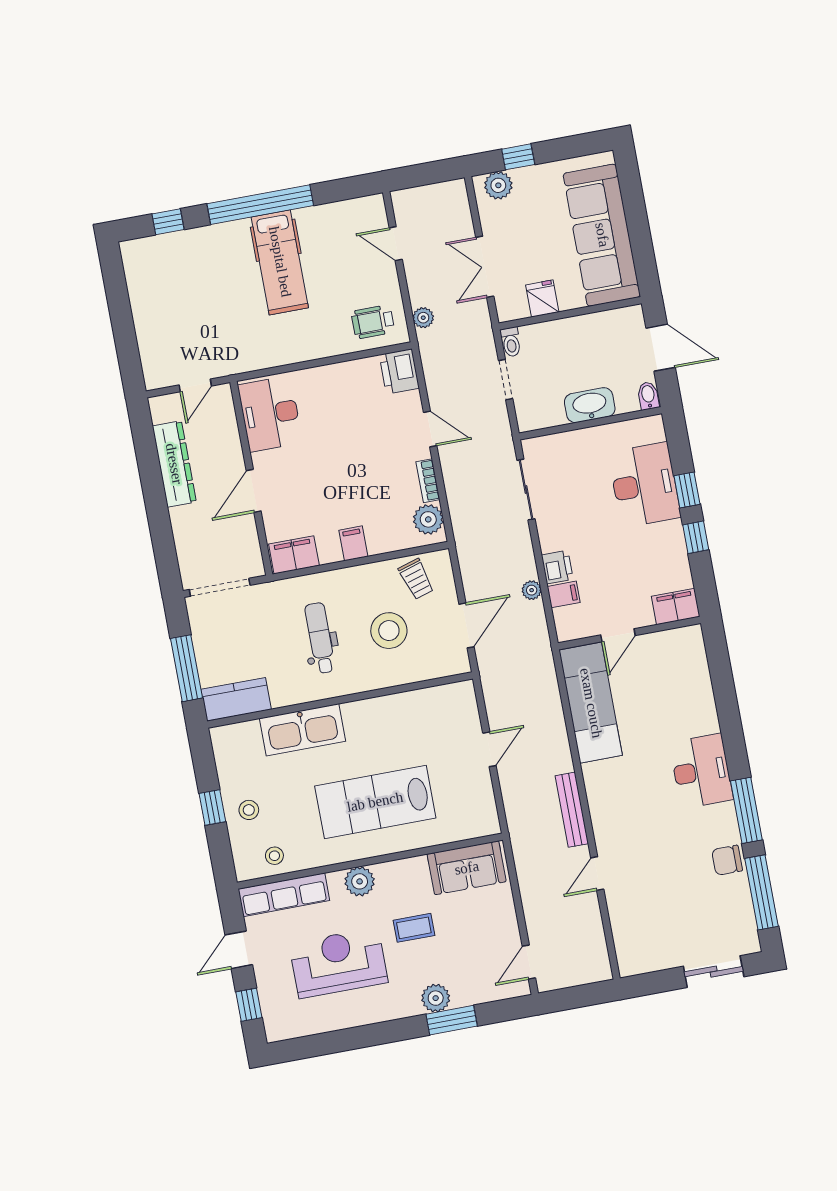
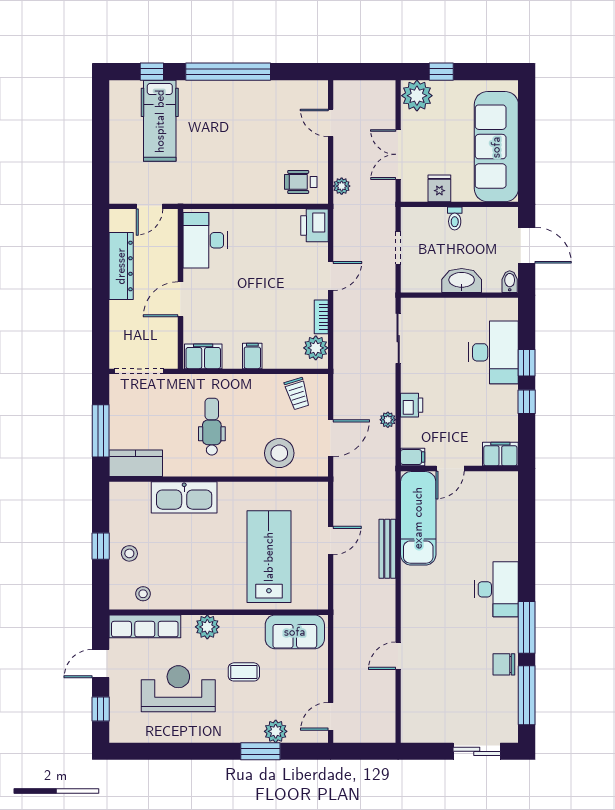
plant: (498, 185) -> (417, 96), width x1.36, depth x1.36
hospital bed: (280, 262) -> (160, 121), moved
toilet: (511, 342) -> (455, 218), moved
door: (430, 429) -> (331, 276), hinge flipped
filing cabinet: (564, 594) -> (413, 457), moved
stool: (389, 631) -> (279, 453), moved
lab bench: (375, 802) -> (269, 557), moved, turned 90
bench: (572, 810) -> (387, 549), moved
plant: (436, 998) -> (276, 731), moved

